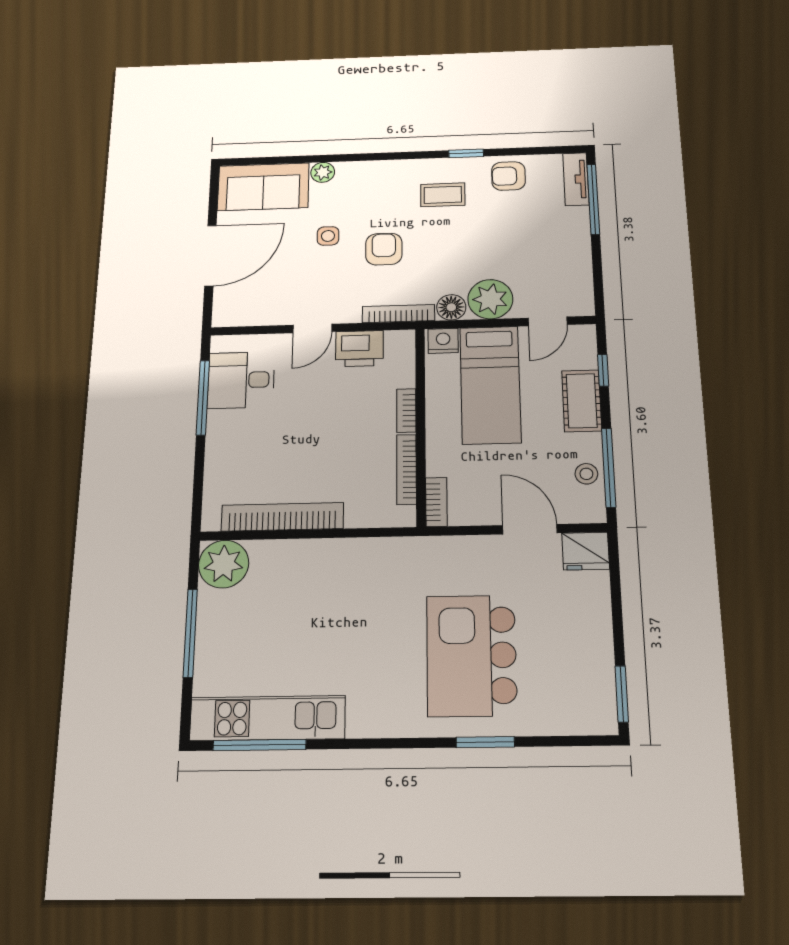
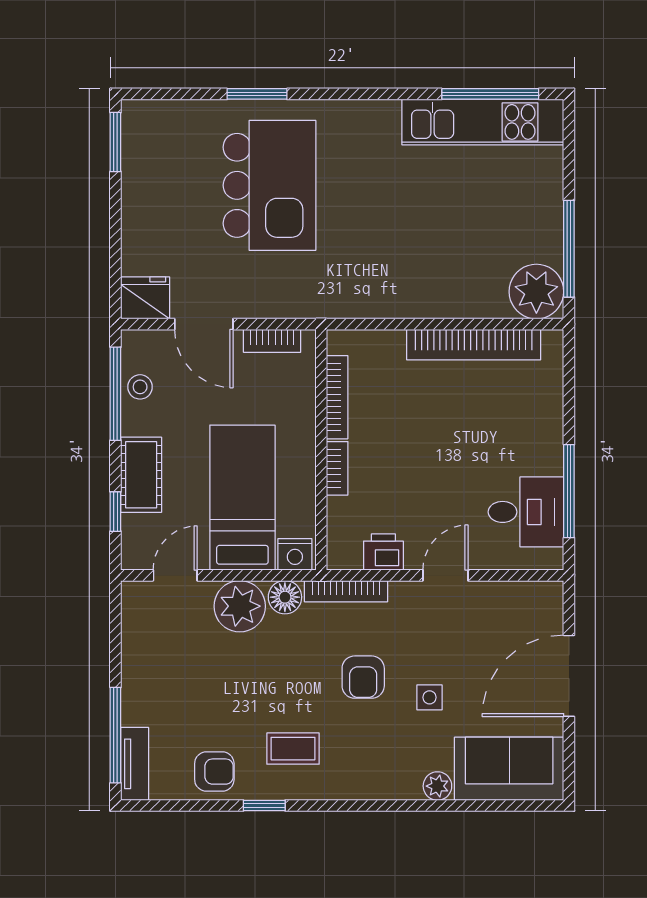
printer: (359, 349) -> (383, 552), width x0.73, depth x0.81
bookcase: (436, 502) -> (272, 341), moved, turned -90
window: (190, 633) -> (569, 249), moved

